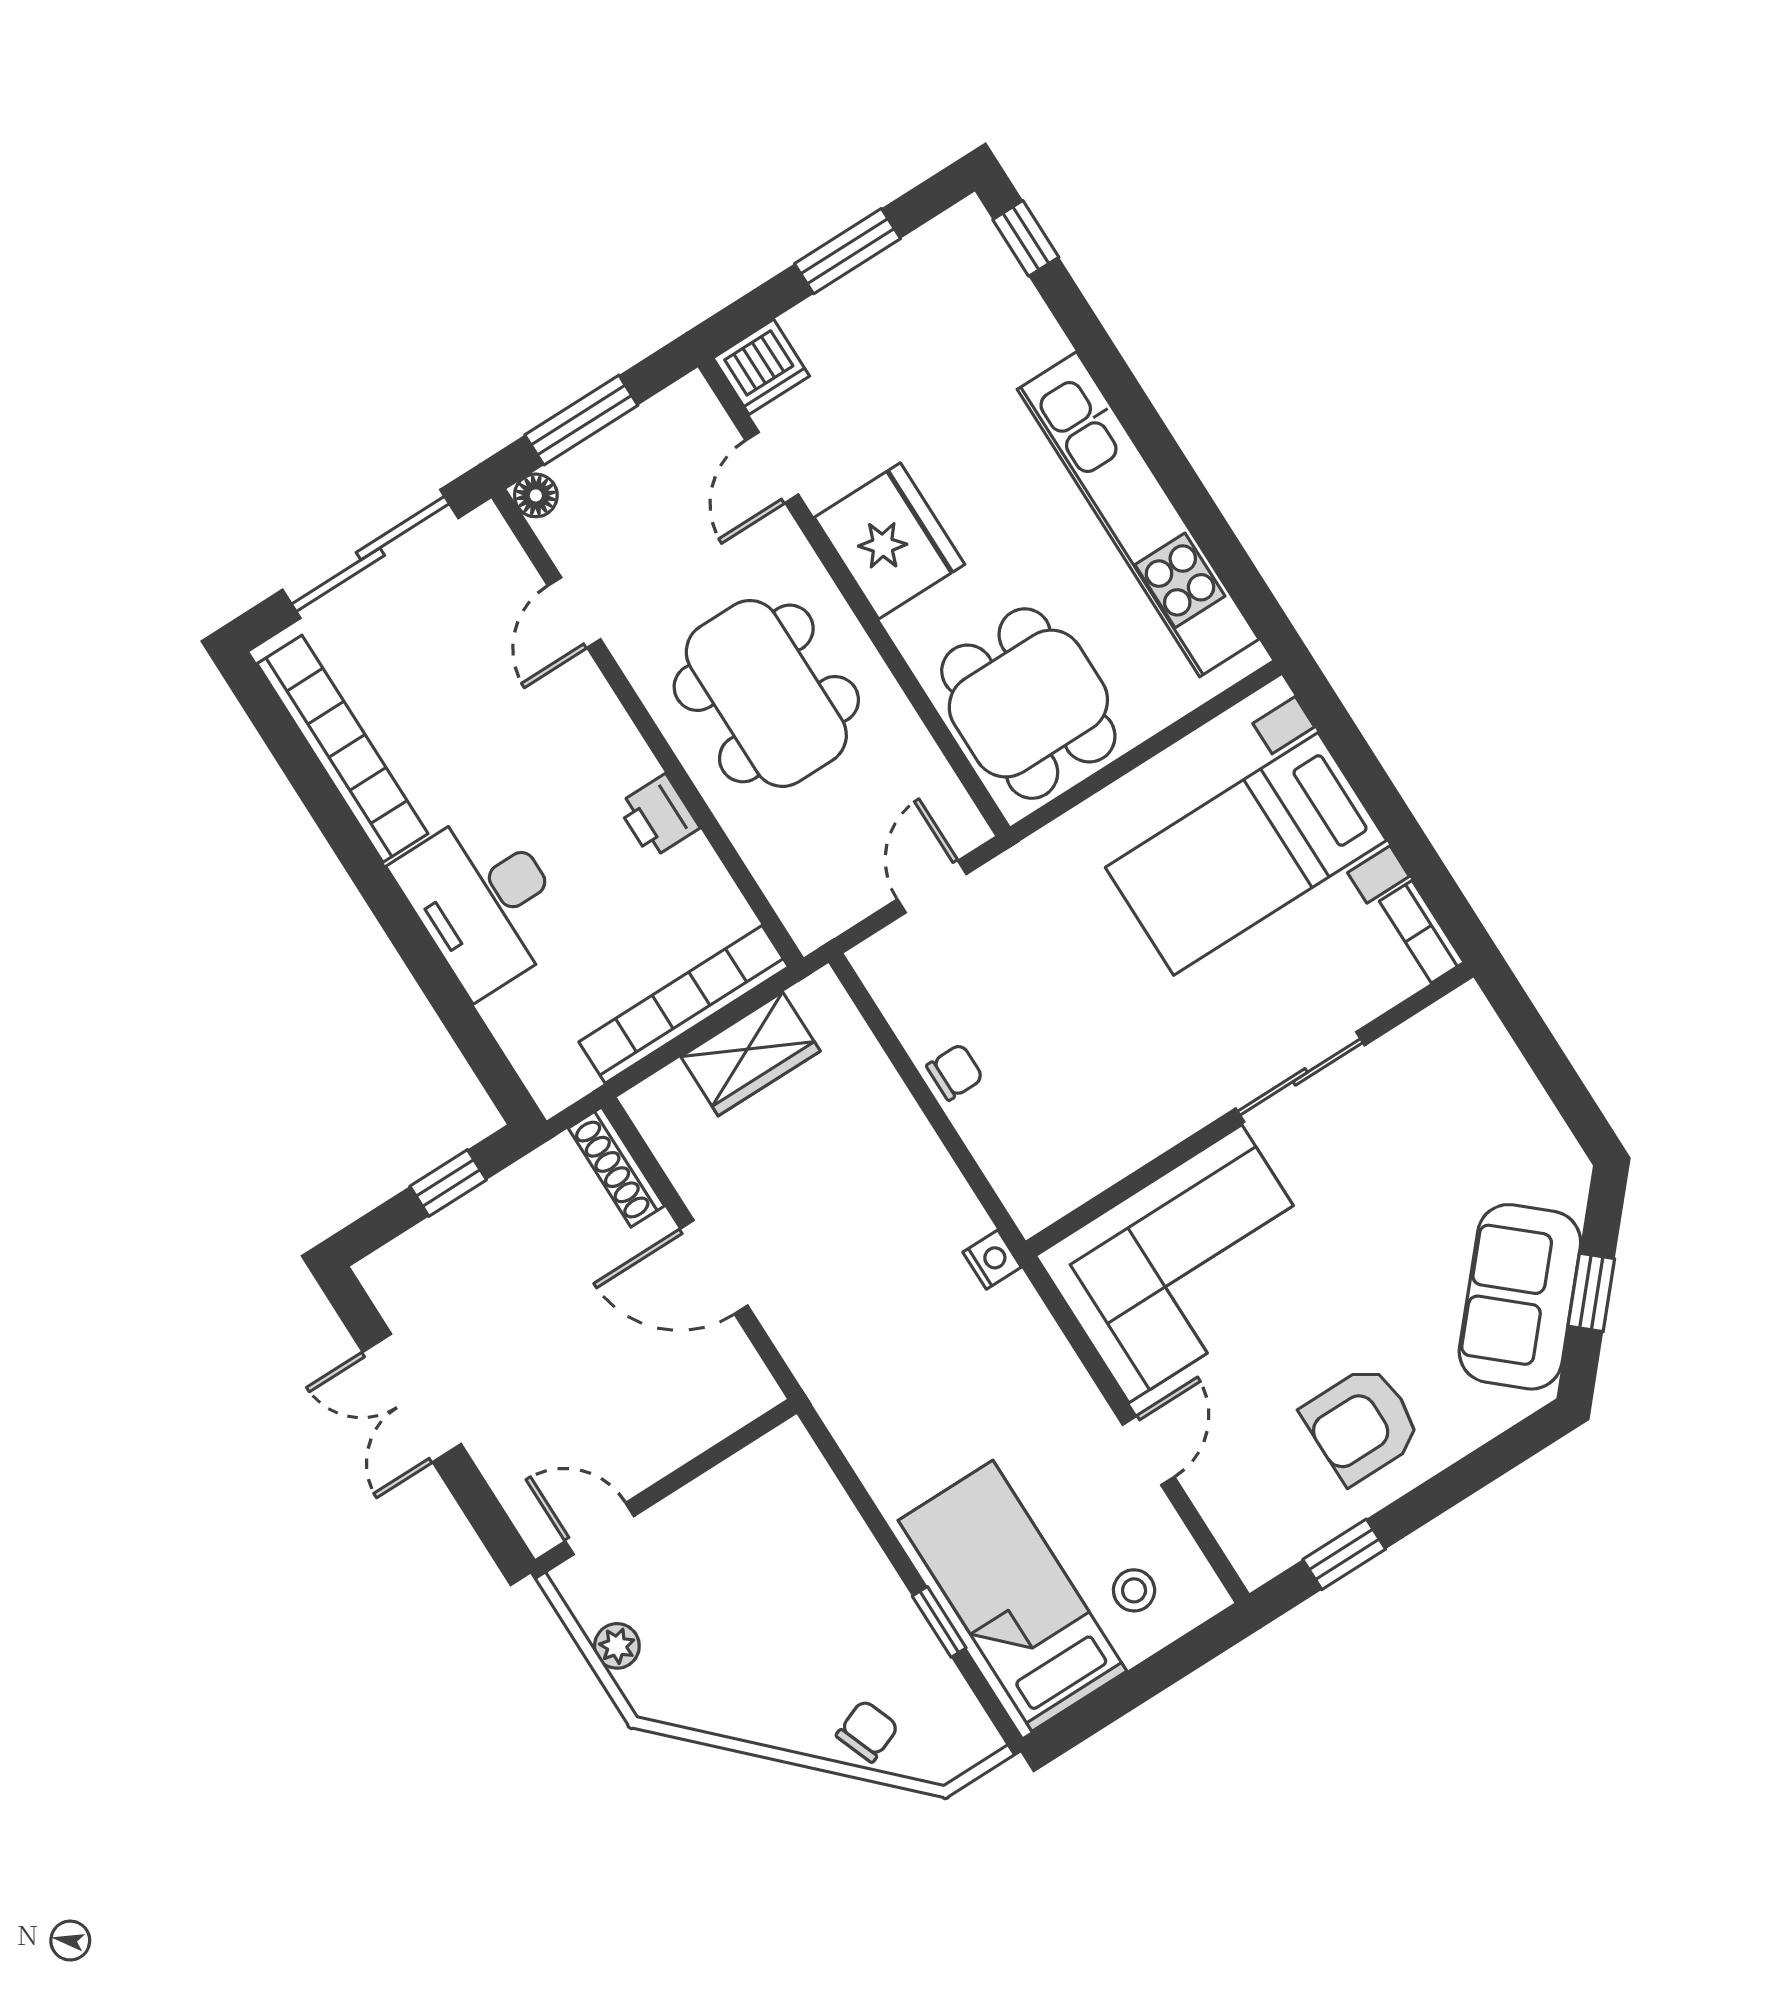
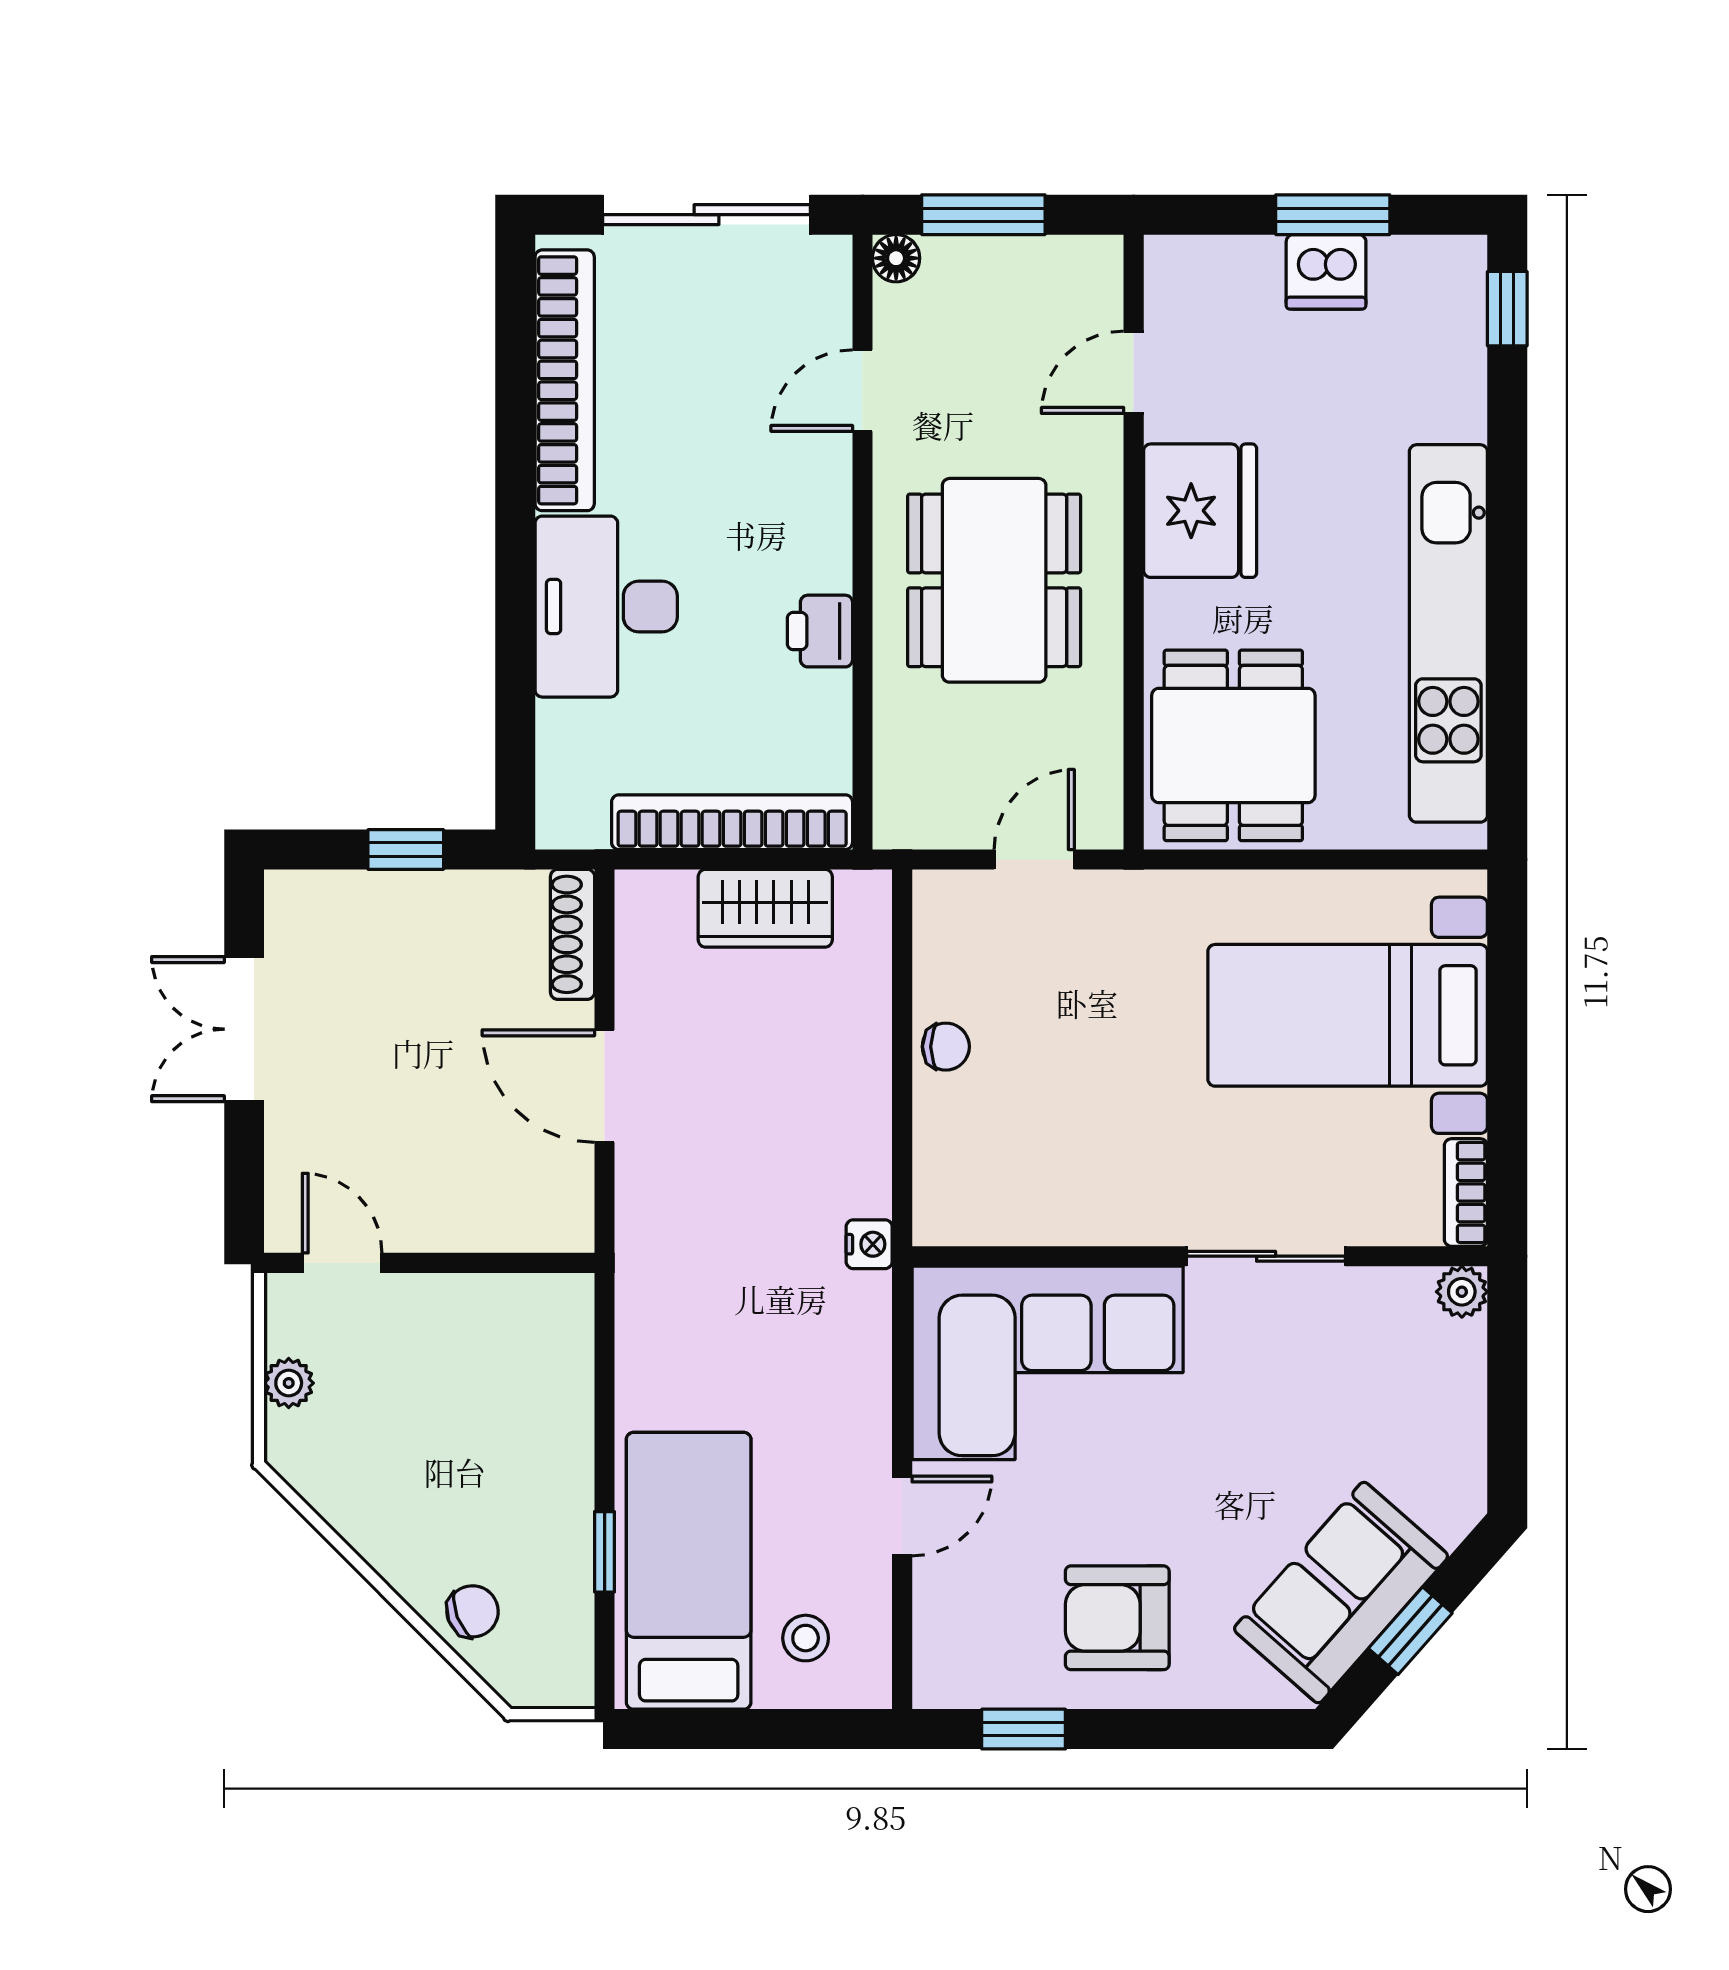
dishwasher: (761, 367) -> (1326, 272), moved
plant: (1467, 1009) -> (1462, 1292), added

